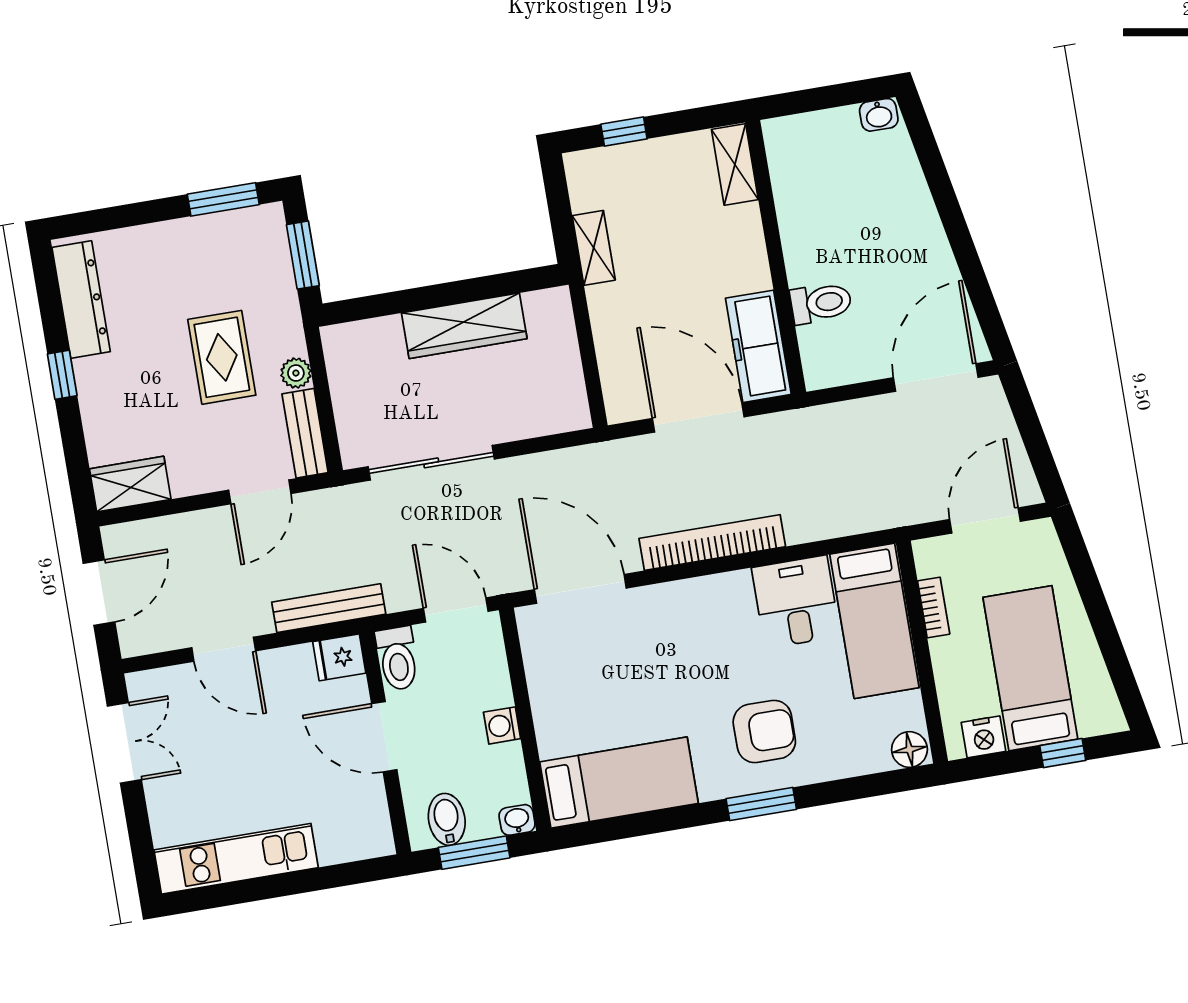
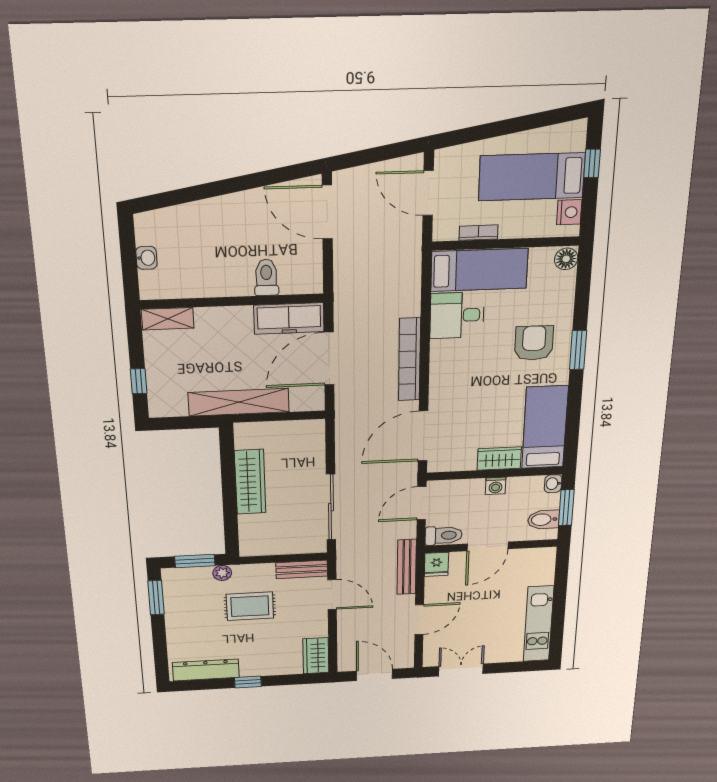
washbasin: (879, 115) -> (146, 258), moved
shelving: (594, 248) -> (239, 402), width x2.20, depth x1.33
plant: (296, 373) -> (222, 573), moved
wardrobe: (554, 721) -> (499, 459), added

